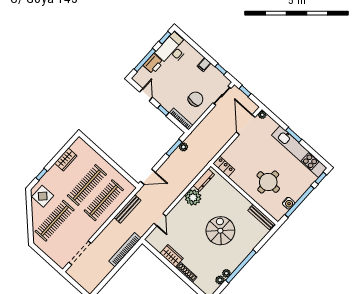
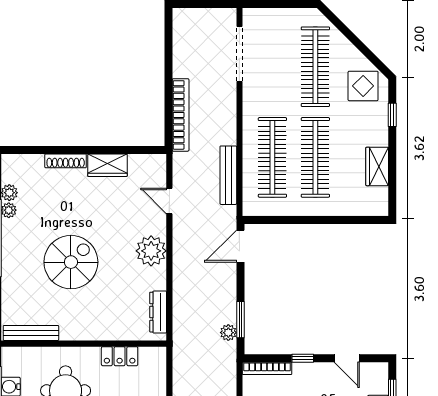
locker: (224, 167) -> (120, 356), moved
plant: (193, 197) -> (151, 251), moved
spiral stairs: (220, 231) -> (71, 262), turned -90

